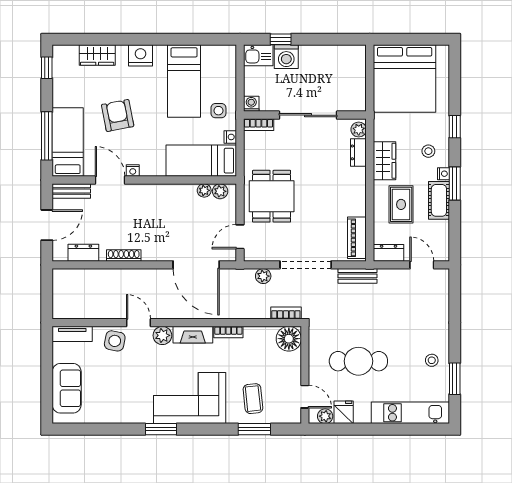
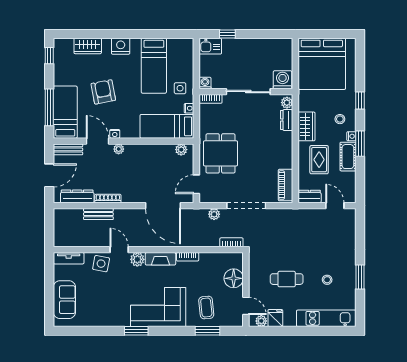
washing machine: (286, 57) -> (283, 80), moved, turned 180
plant: (204, 190) -> (119, 149), moved
dresser: (83, 253) -> (77, 196), width x1.44
bench: (358, 276) -> (98, 214), moved
floor lamp: (289, 339) -> (234, 278), moved
stool: (432, 360) -> (327, 280), moved
cafe table: (358, 361) -> (287, 279), width x0.73, depth x0.74
window: (455, 379) -> (360, 277), moved

